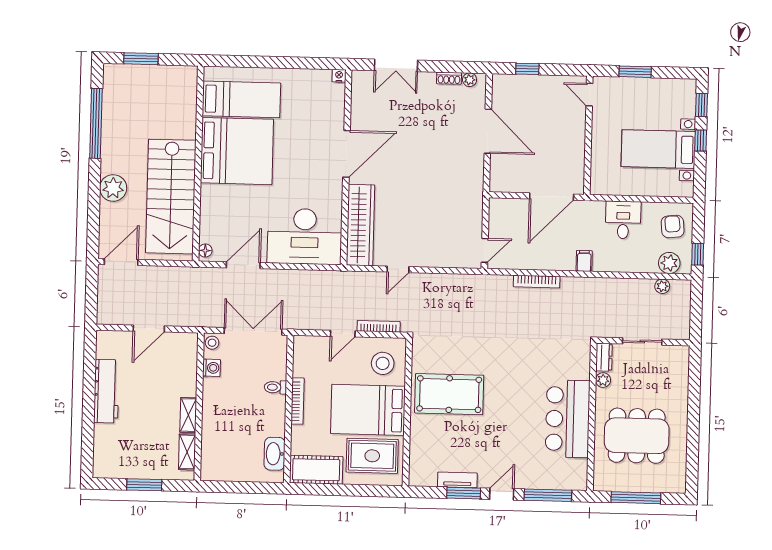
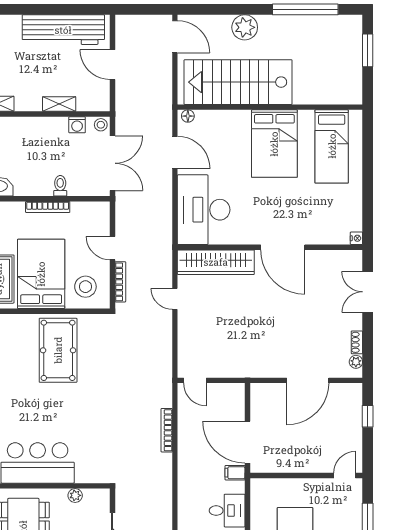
bed: (237, 151) -> (274, 144), width x0.73
filing cabinet: (584, 261) -> (235, 473), moved, turned 180
dresser: (604, 357) -> (97, 496), removed
workbench: (106, 391) -> (63, 30), width x1.36, depth x1.32
shelving: (188, 415) -> (59, 104), moved

